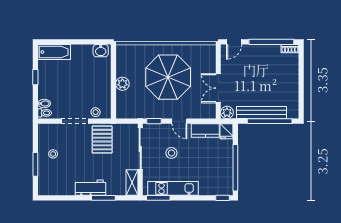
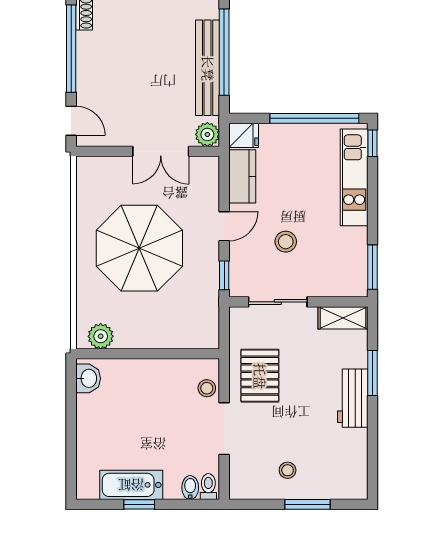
bathtub: (54, 52) -> (131, 485), moved, turned -90
plant: (122, 84) -> (101, 336), moved
pallet: (102, 140) -> (260, 376), turned 90
sliding door: (140, 149) -> (278, 302), width x0.73
kitchen unit: (173, 188) -> (354, 177), moved

